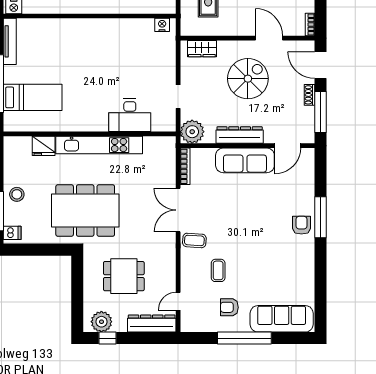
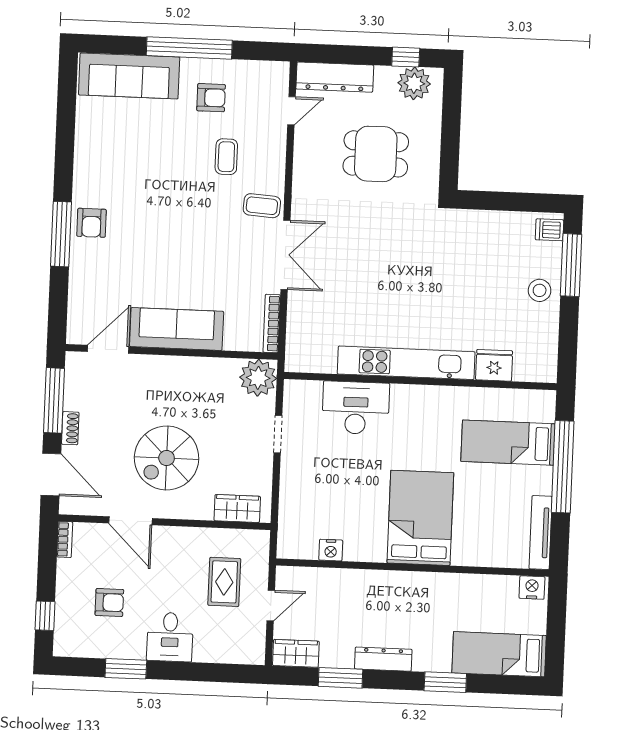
nightstand: (162, 25) -> (331, 550), moved
bed: (86, 48) -> (420, 518), added
dresser: (240, 135) -> (183, 369), removed
dining table: (85, 210) -> (433, 260), removed

